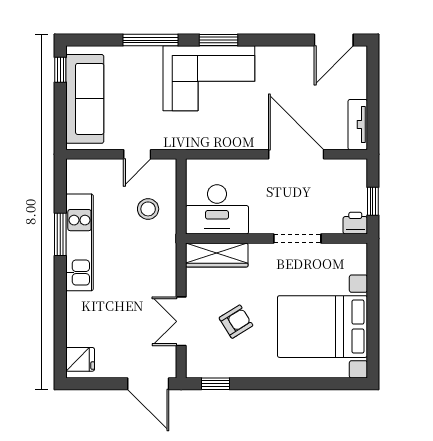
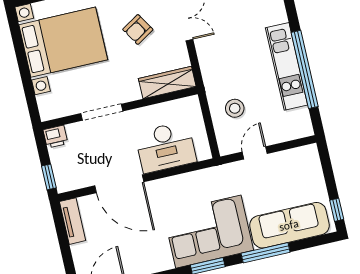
sofa: (85, 99) -> (289, 225), moved, turned 90
window: (373, 201) -> (49, 177), moved
desk: (217, 209) -> (166, 147), moved, turned 180
window: (60, 234) -> (305, 69), width x2.11

